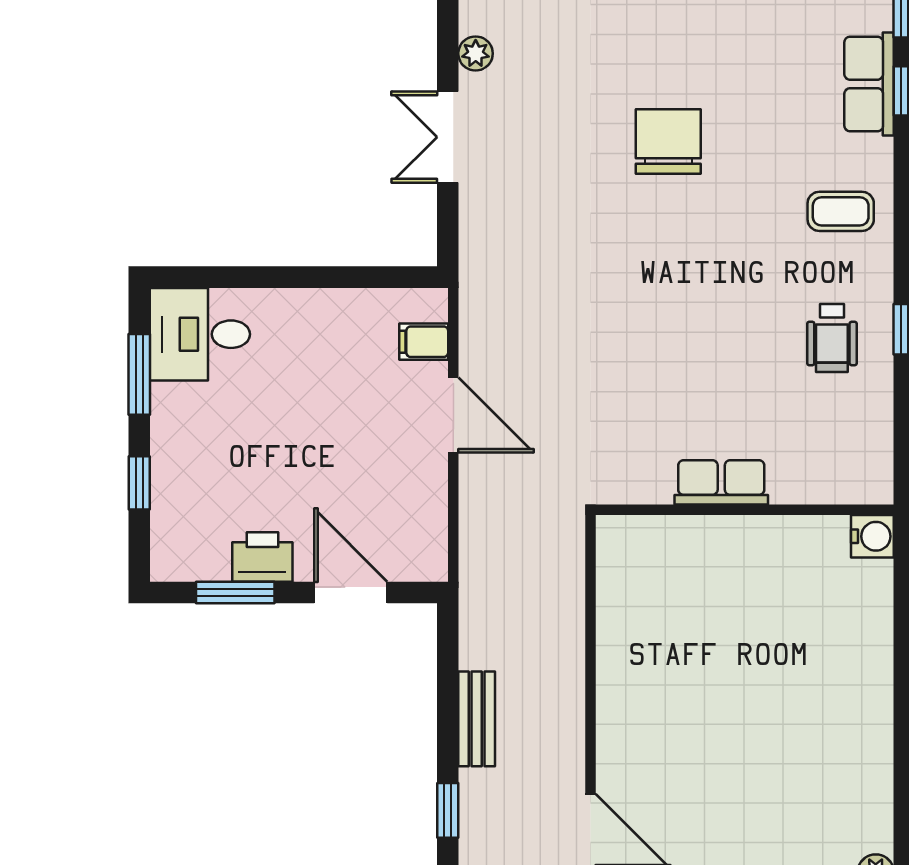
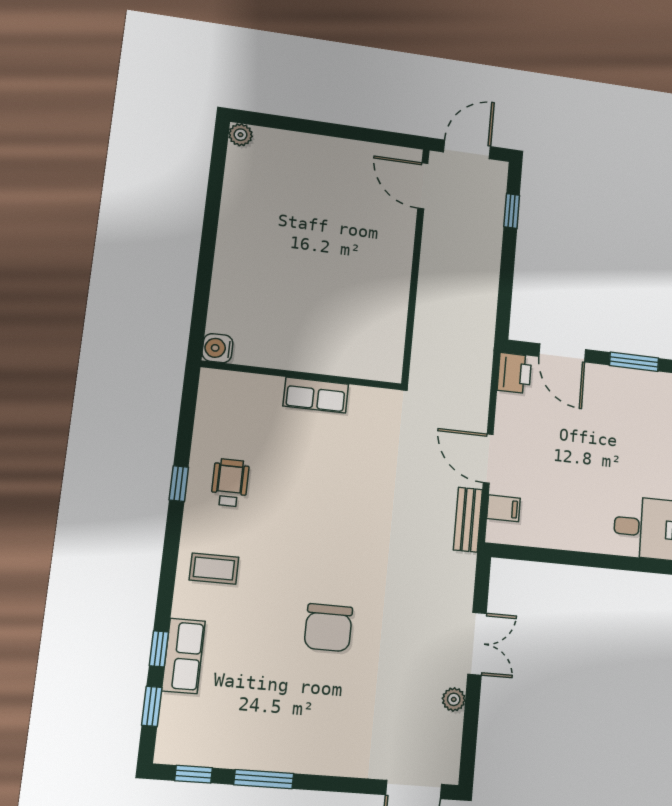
printer: (262, 557) -> (514, 373), moved, turned -90
bench: (477, 719) -> (468, 520), moved

